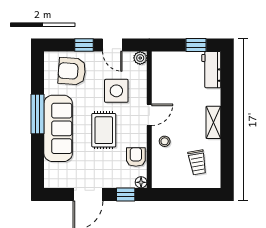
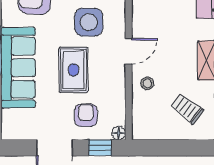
armchair: (136, 157) -> (86, 115), moved
trolley: (197, 162) -> (187, 109), turned 137

